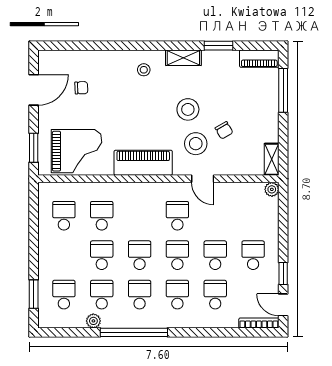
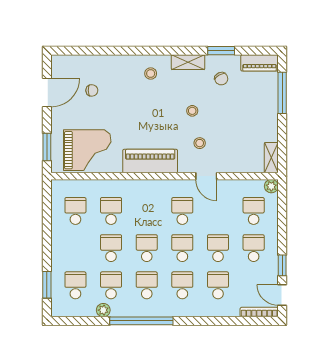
stool: (188, 109) -> (192, 111), width x0.53, depth x0.53
chair: (224, 130) -> (221, 79), moved
stool: (196, 144) -> (200, 143), width x0.53, depth x0.53
school desk: (253, 216) -> (254, 211), added

